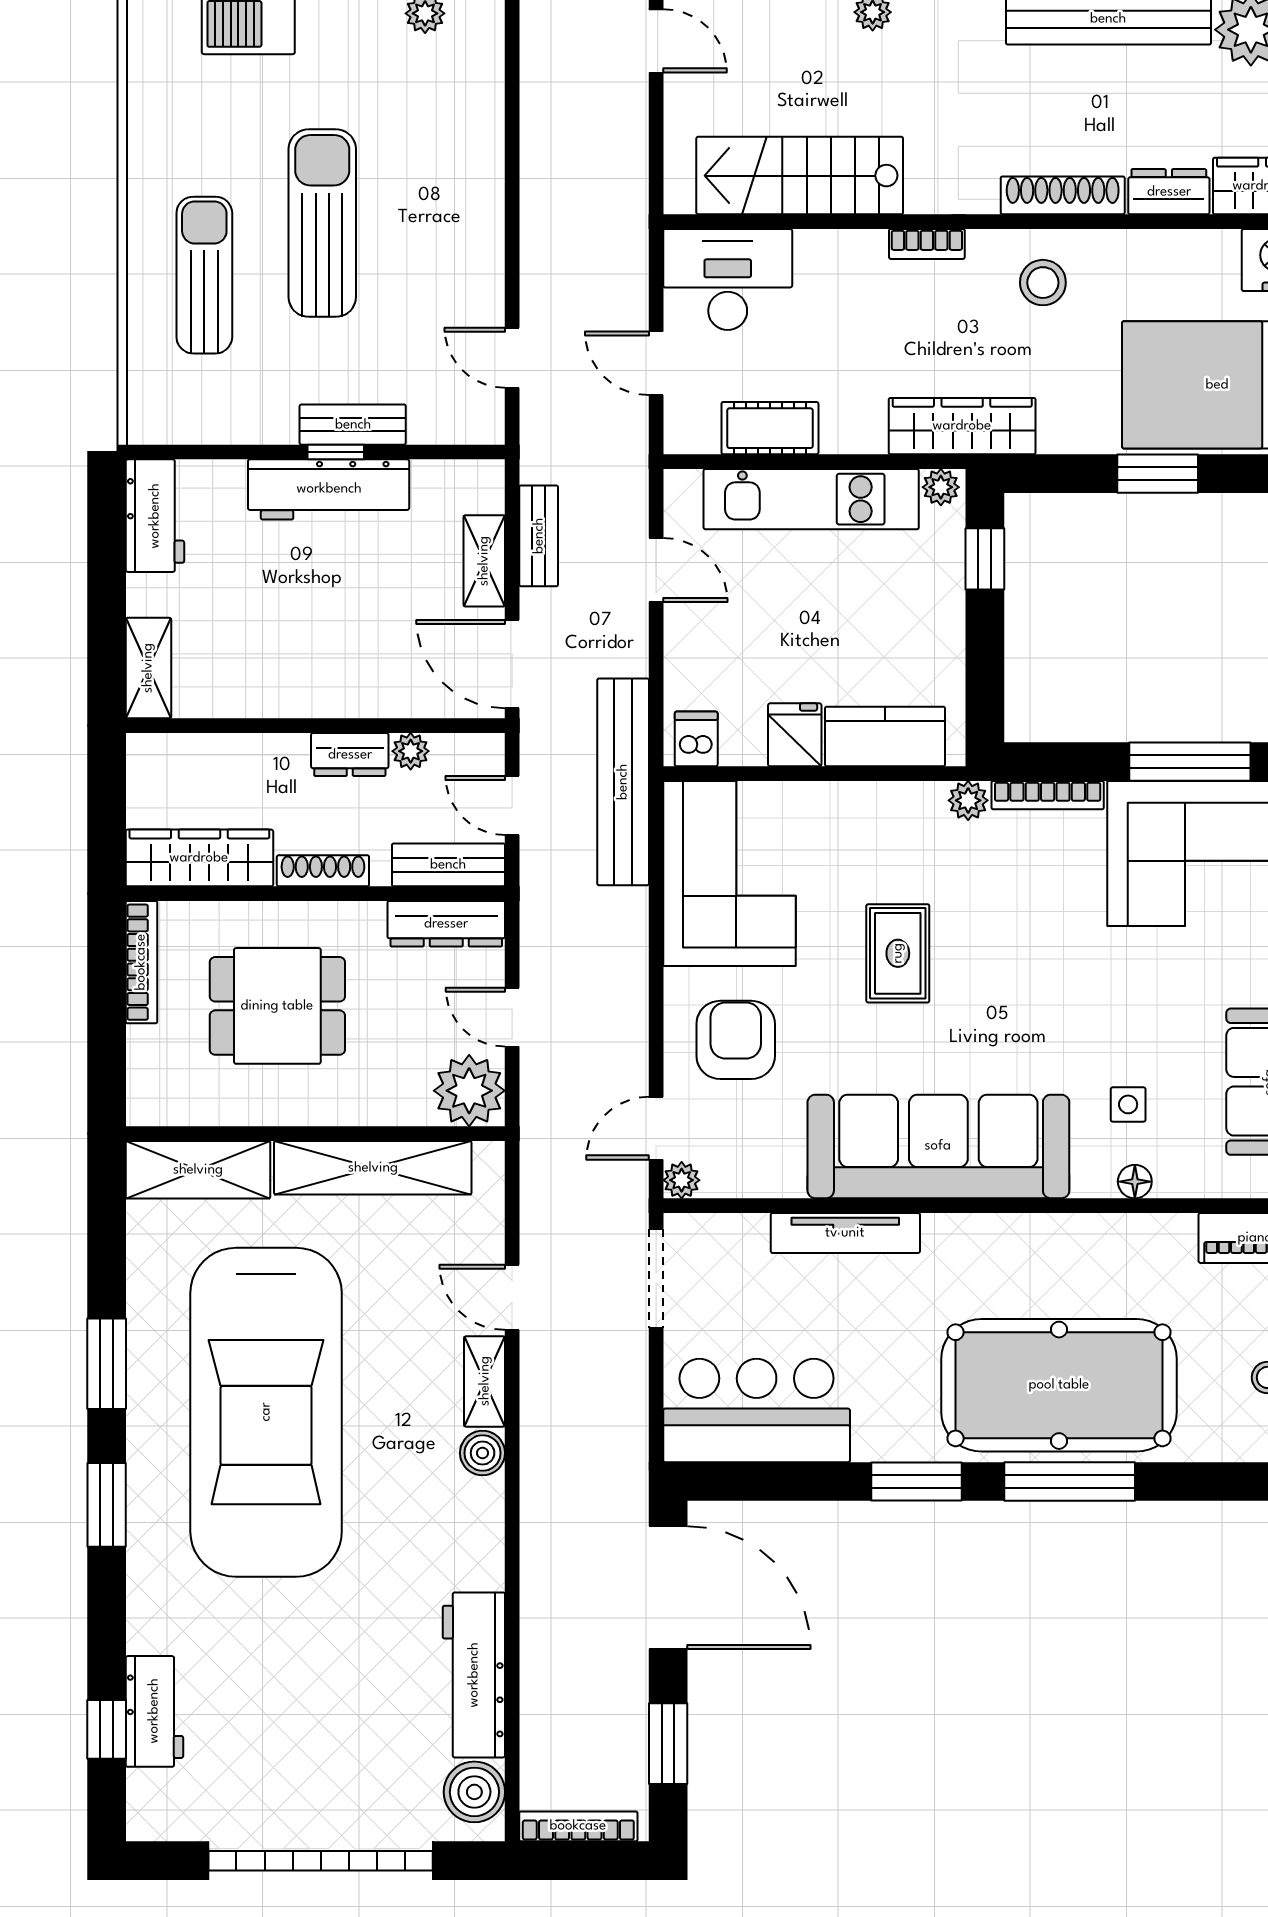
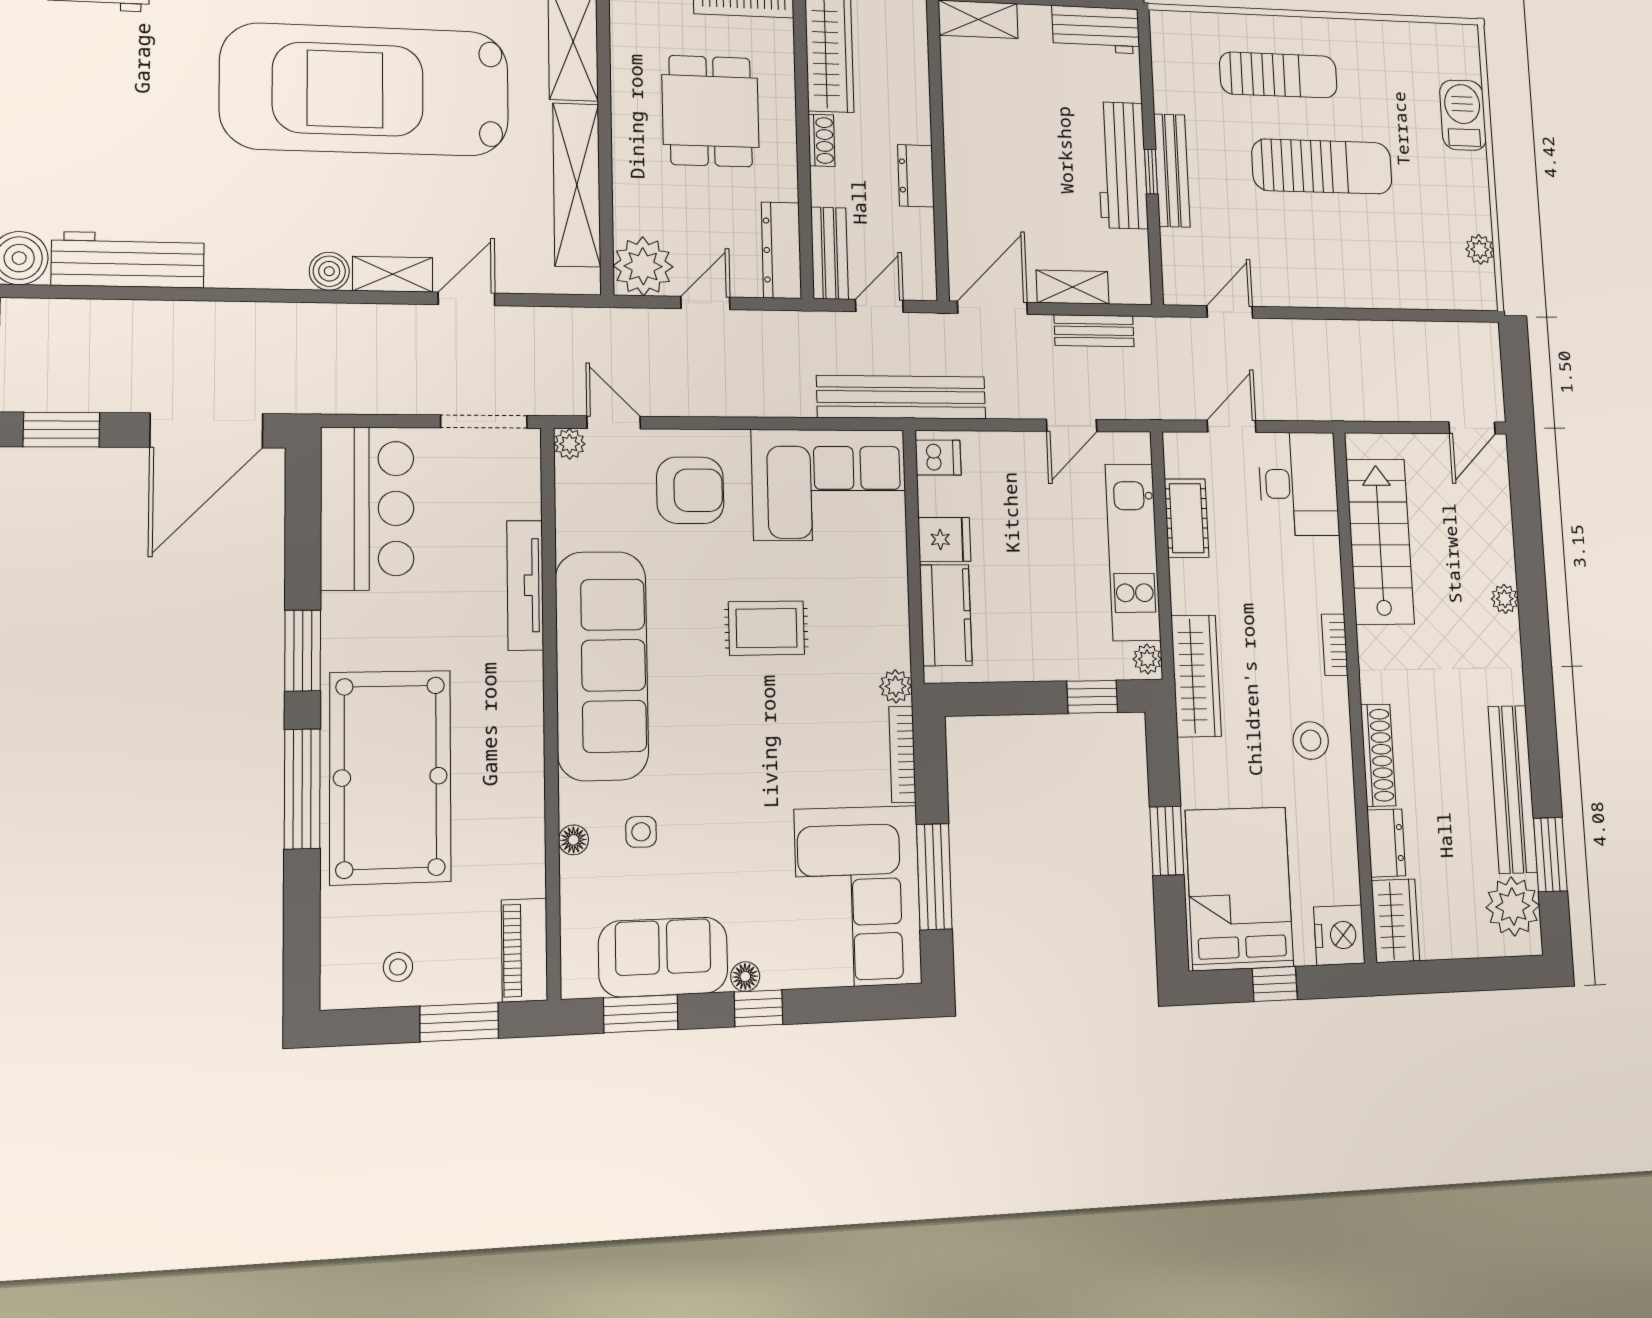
bench: (353, 425) -> (1172, 171), width x1.36
plant: (411, 751) -> (920, 225), removed
shoe rack: (323, 871) -> (822, 140), width x0.70

